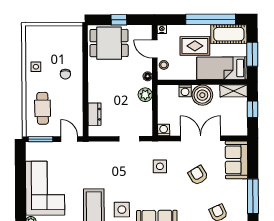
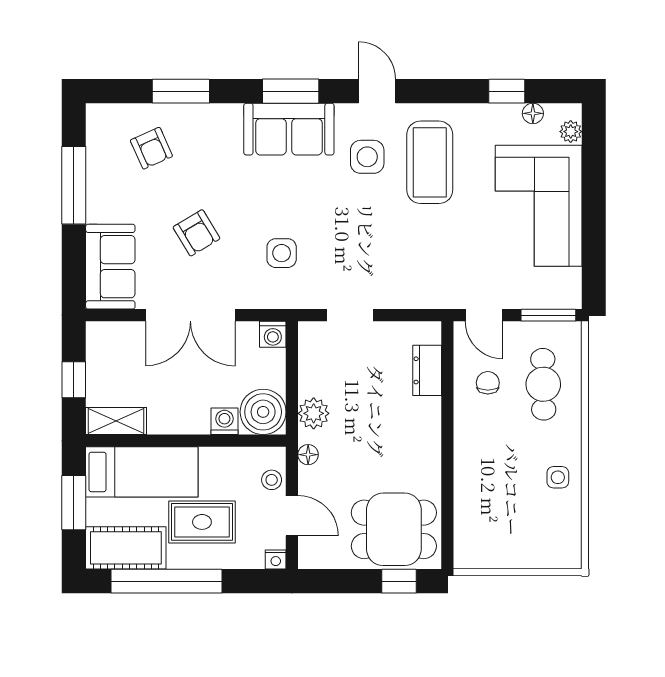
window: (119, 20) -> (399, 581), moved
chair: (65, 74) -> (488, 383), moved
boiler: (202, 95) -> (263, 412), moved

